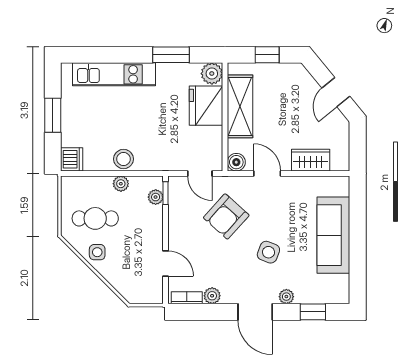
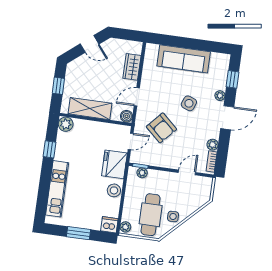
window: (171, 55) -> (49, 149), width x0.67
fridge: (206, 106) -> (114, 164), moved, turned 90
plant: (121, 184) -> (125, 227), moved
cafe table: (95, 218) -> (151, 215), width x1.37, depth x1.35

